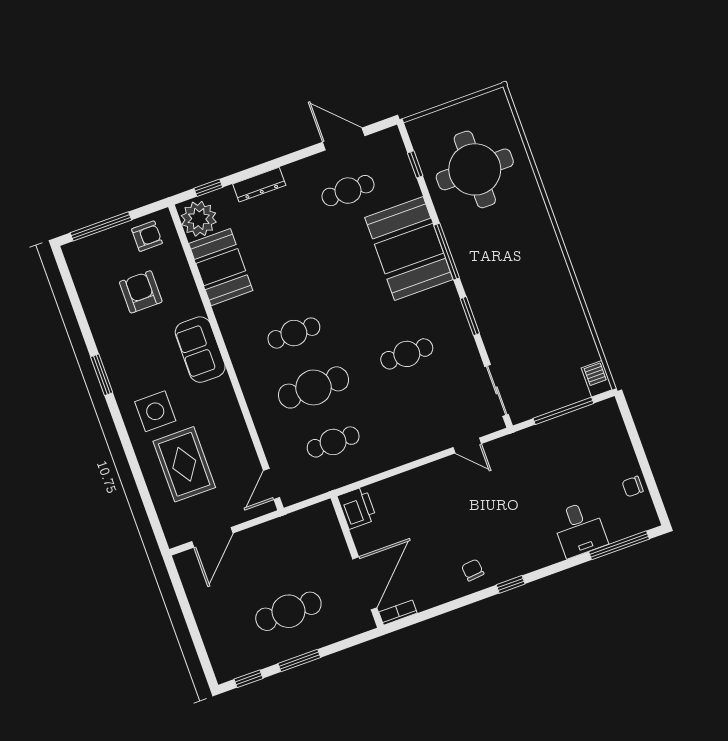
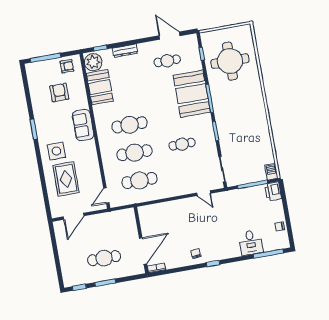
cafe table: (294, 333) -> (130, 125), width x1.37, depth x1.35
cafe table: (333, 442) -> (139, 180), width x1.37, depth x1.35
printer: (357, 508) -> (273, 191), moved, turned 180

